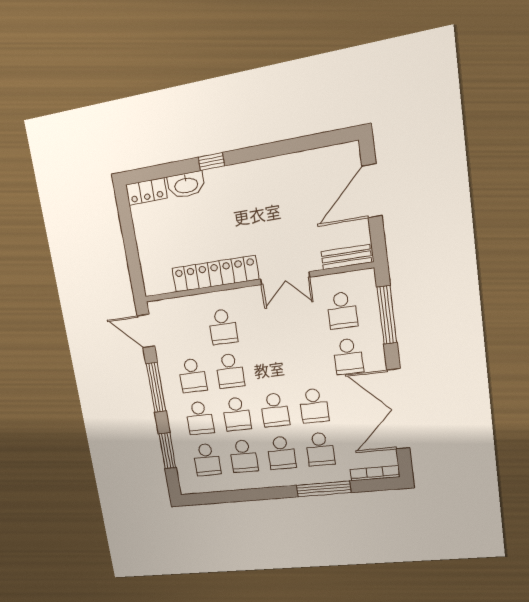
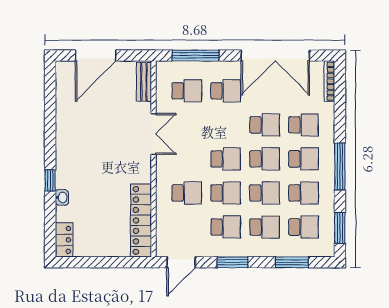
washbasin: (186, 185) -> (62, 197), width x0.52, depth x0.69
door: (372, 191) -> (96, 56), hinge flipped
locker: (215, 274) -> (141, 220), moved
school desk: (268, 366) -> (226, 159), added
window: (156, 387) -> (232, 262), width x0.69
window: (324, 489) -> (340, 167), moved
window: (212, 498) -> (340, 228), added

